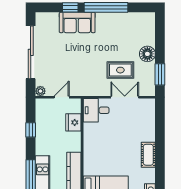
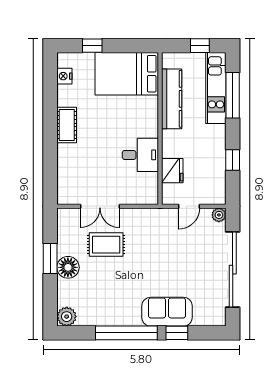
plant: (148, 19) -> (67, 317), added
window: (160, 74) -> (50, 259), moved
desk: (96, 110) -> (140, 155), moved

